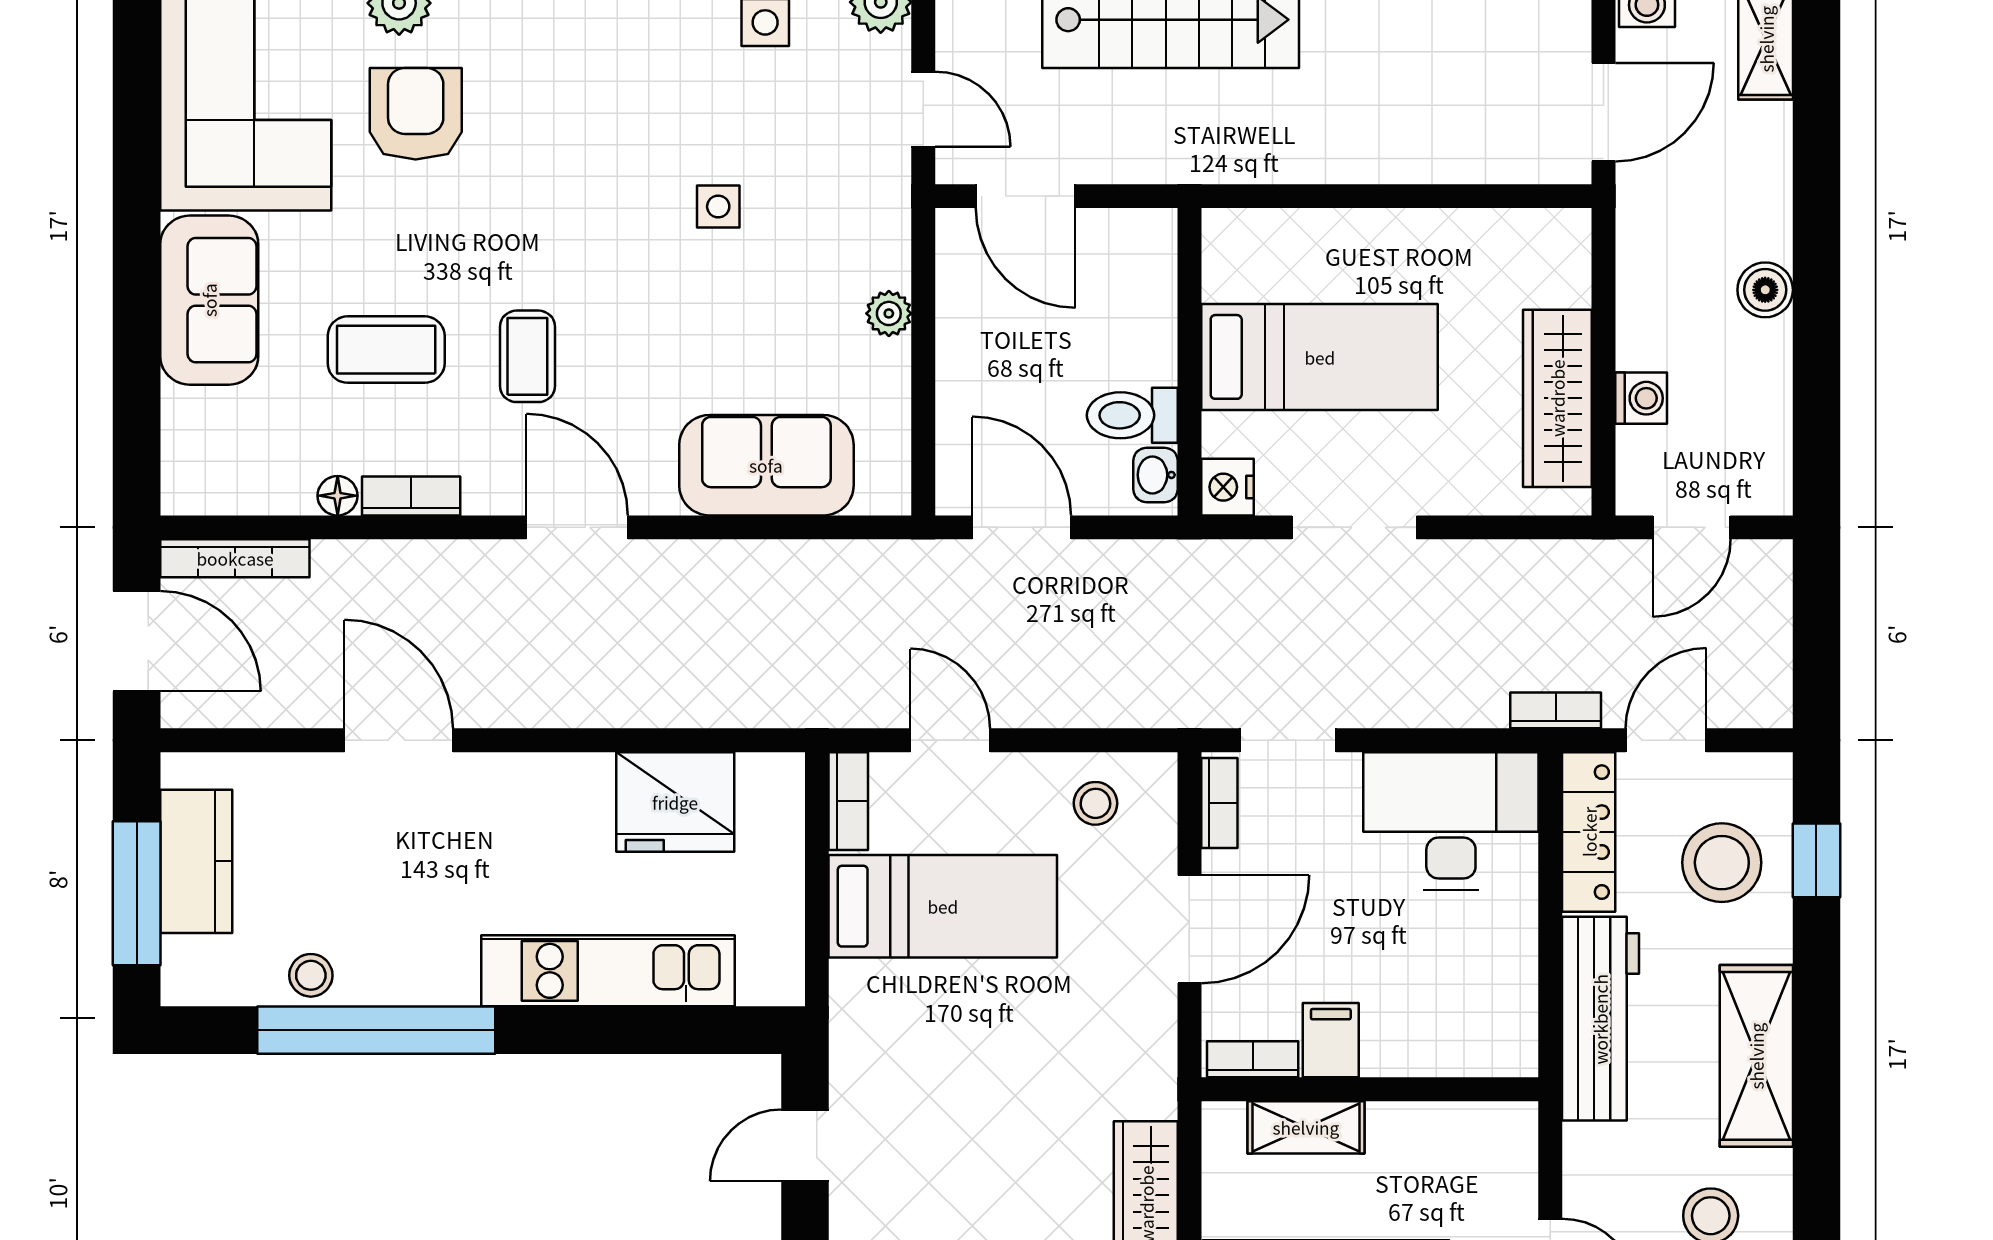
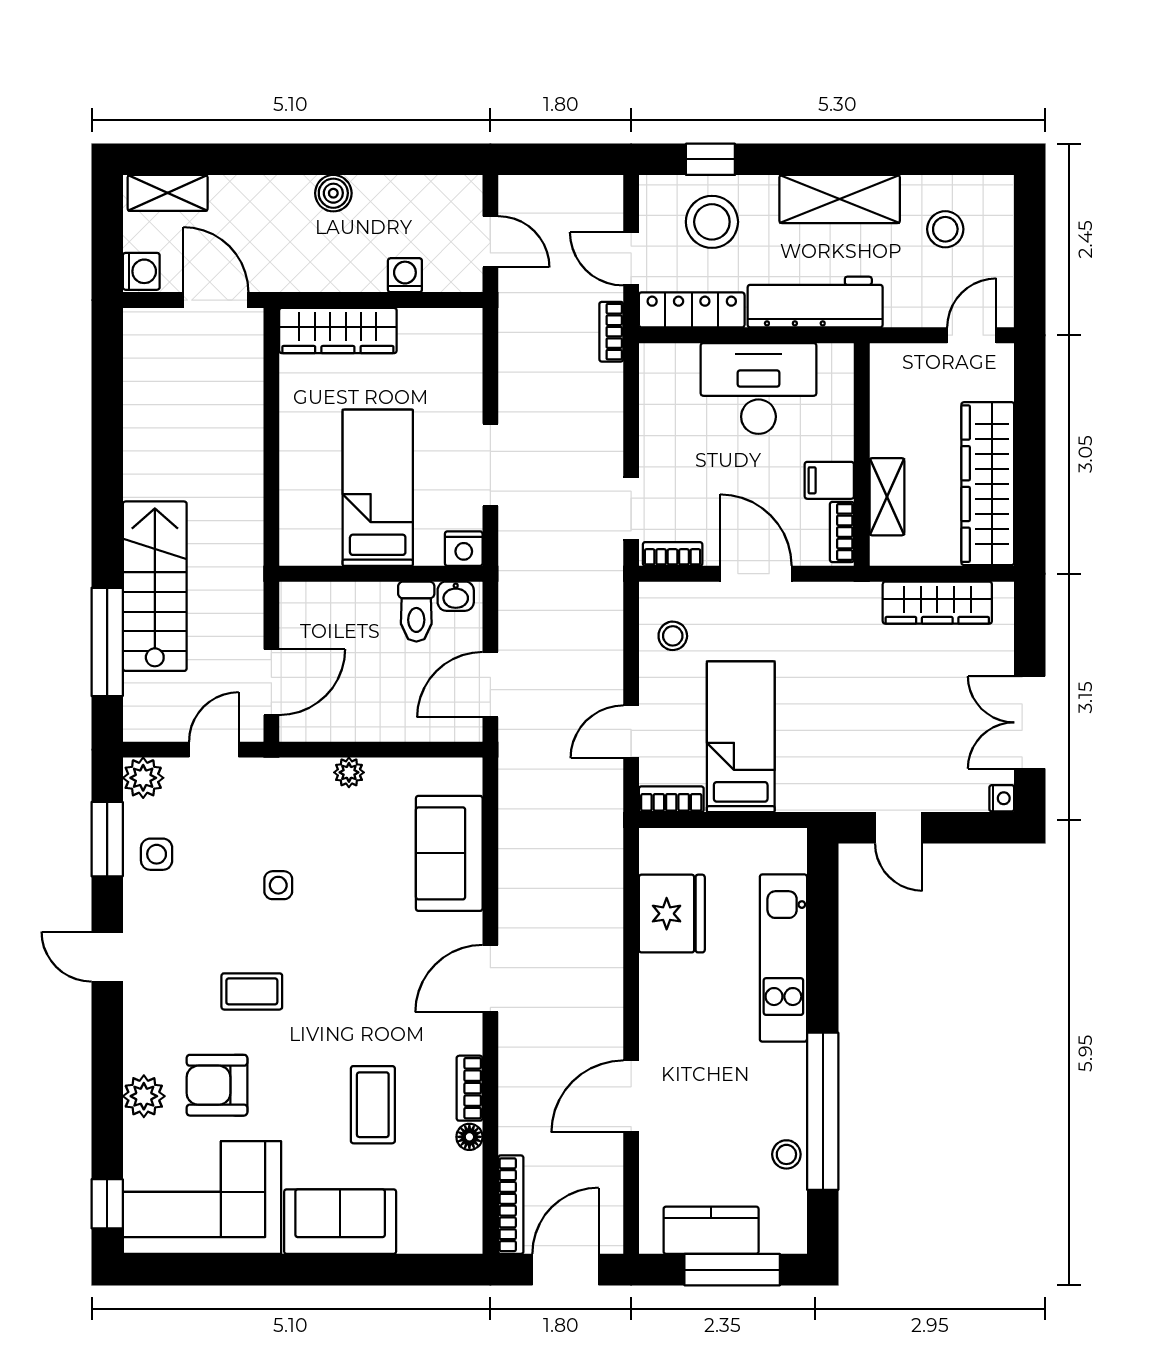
coffee table: (527, 356) -> (252, 991), moved
wardrobe: (1557, 398) -> (338, 331), moved
desk: (1451, 821) -> (758, 389), moved, turned 90

